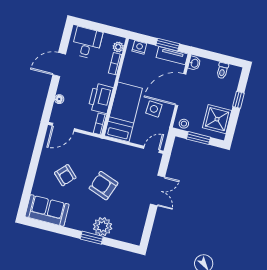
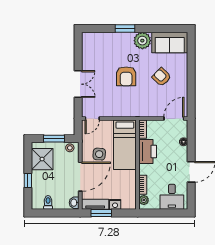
nightstand: (139, 47) -> (115, 204), moved
armchair: (103, 186) -> (126, 76), turned 70
double door: (158, 190) -> (78, 84), swing flipped
plant: (103, 227) -> (142, 41), moved

